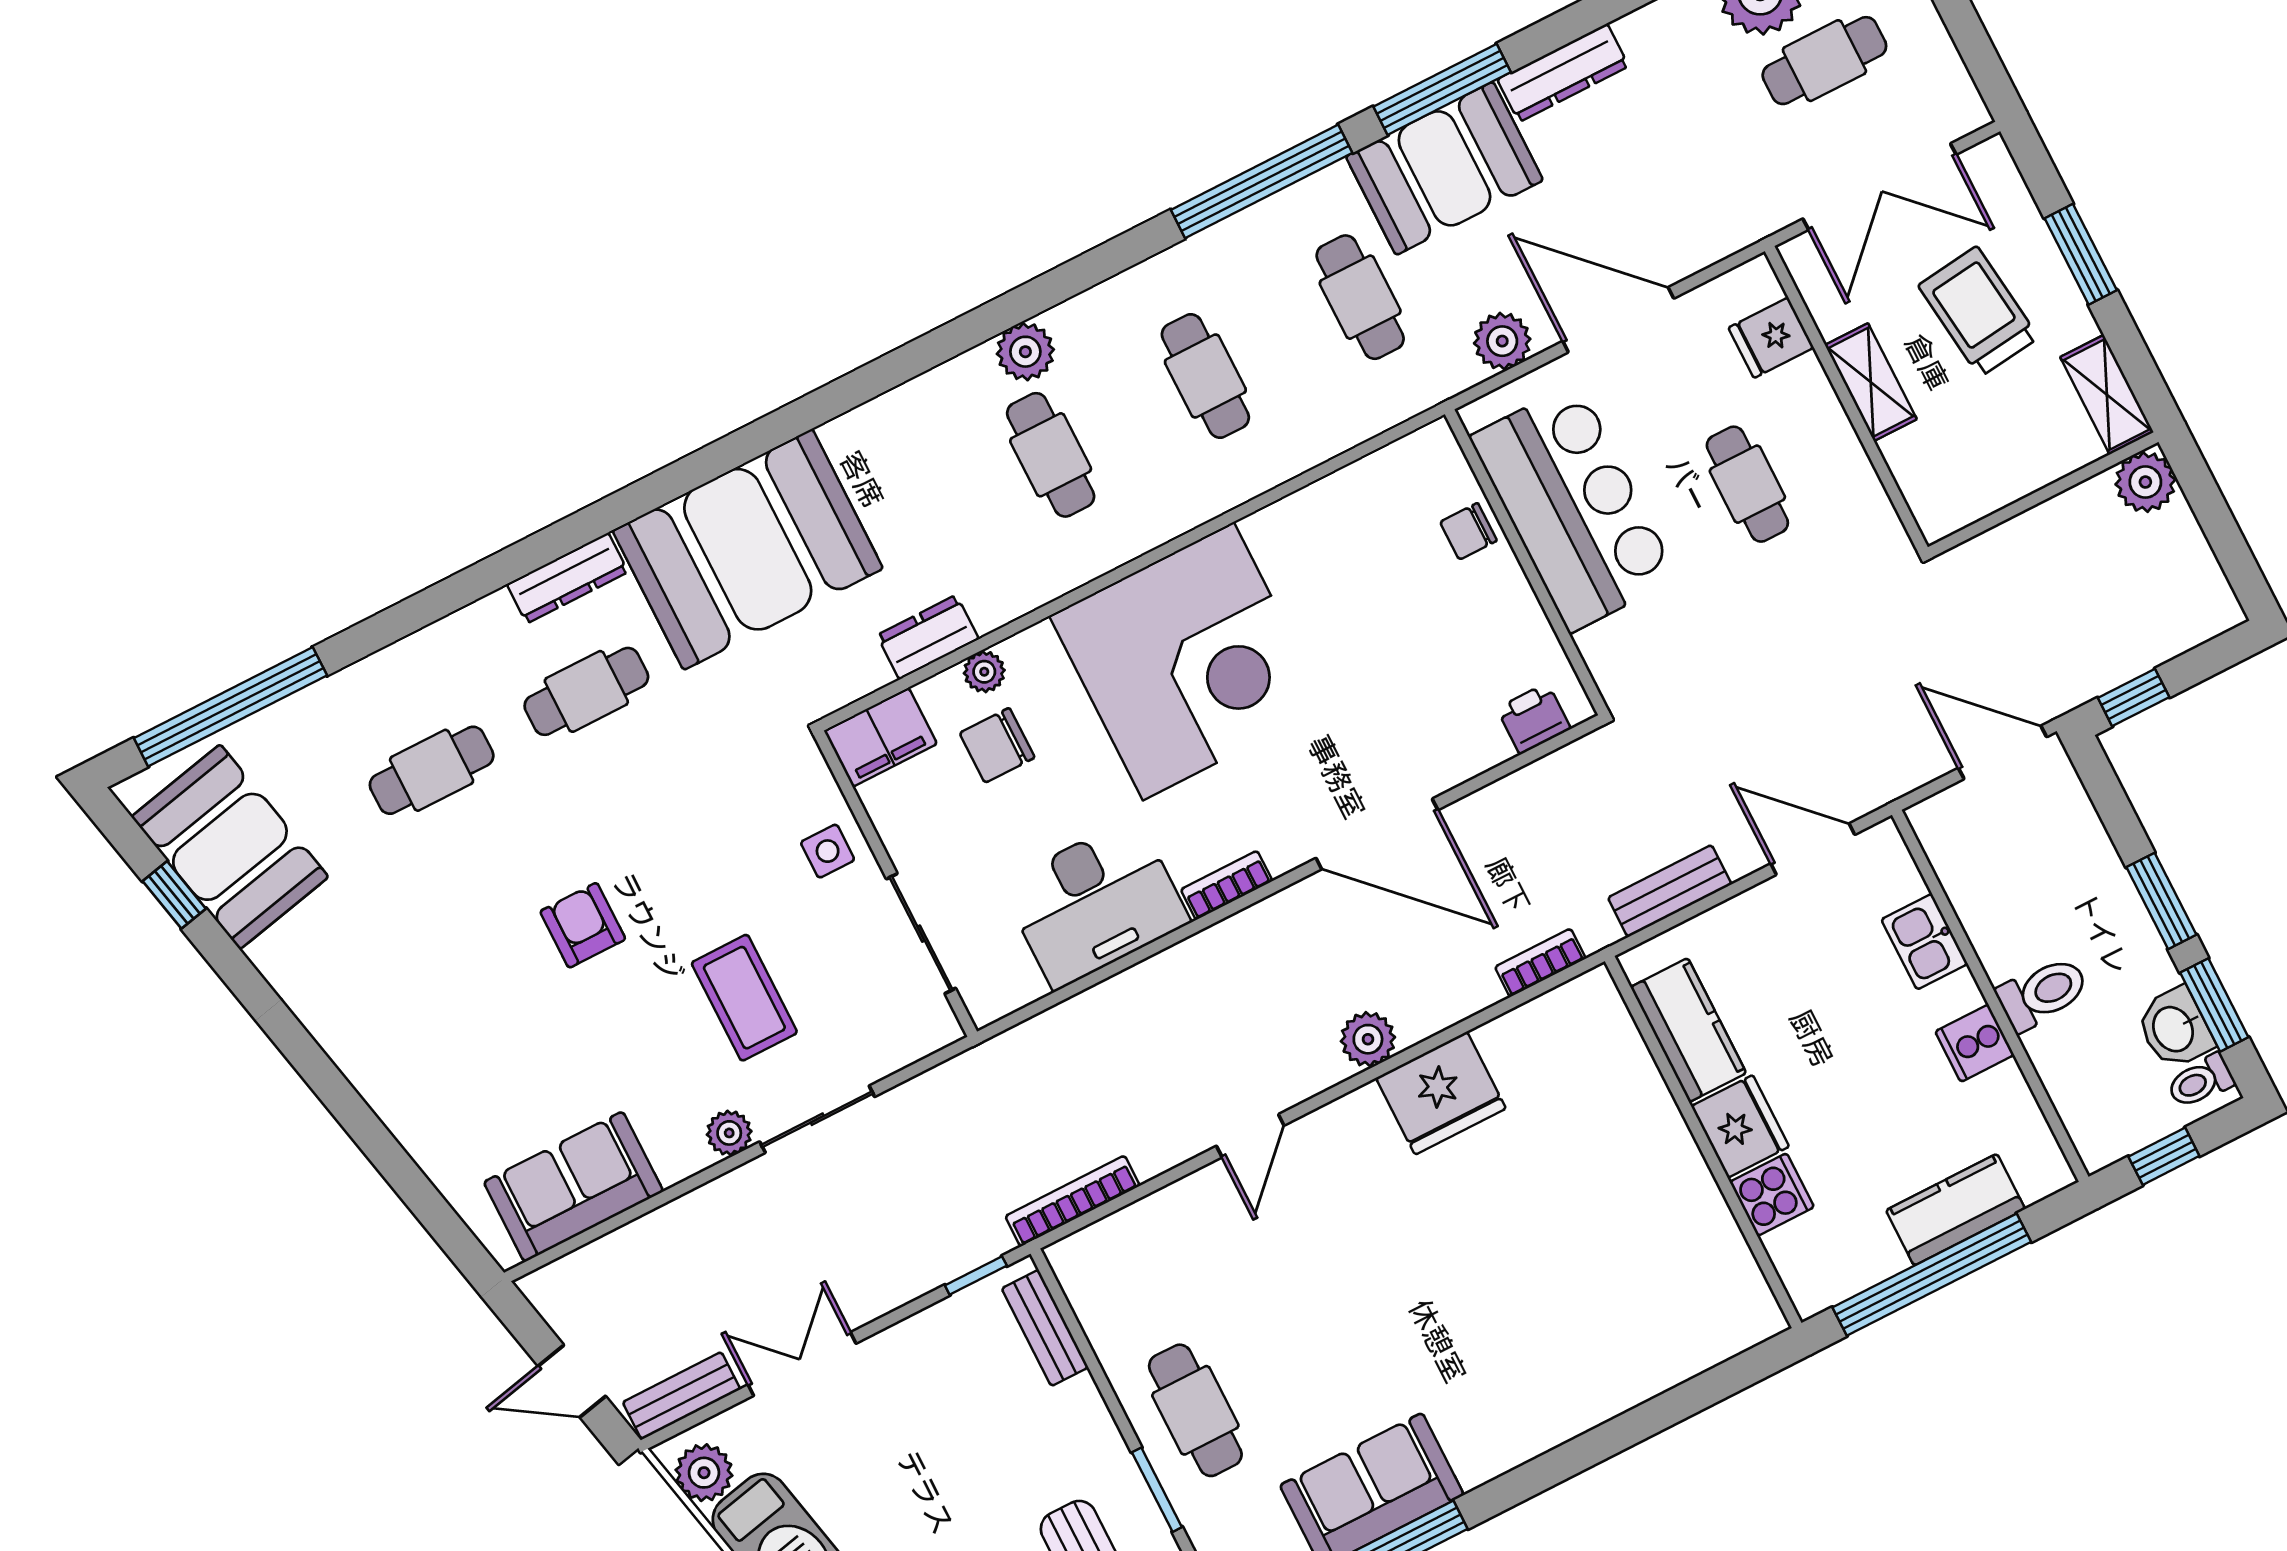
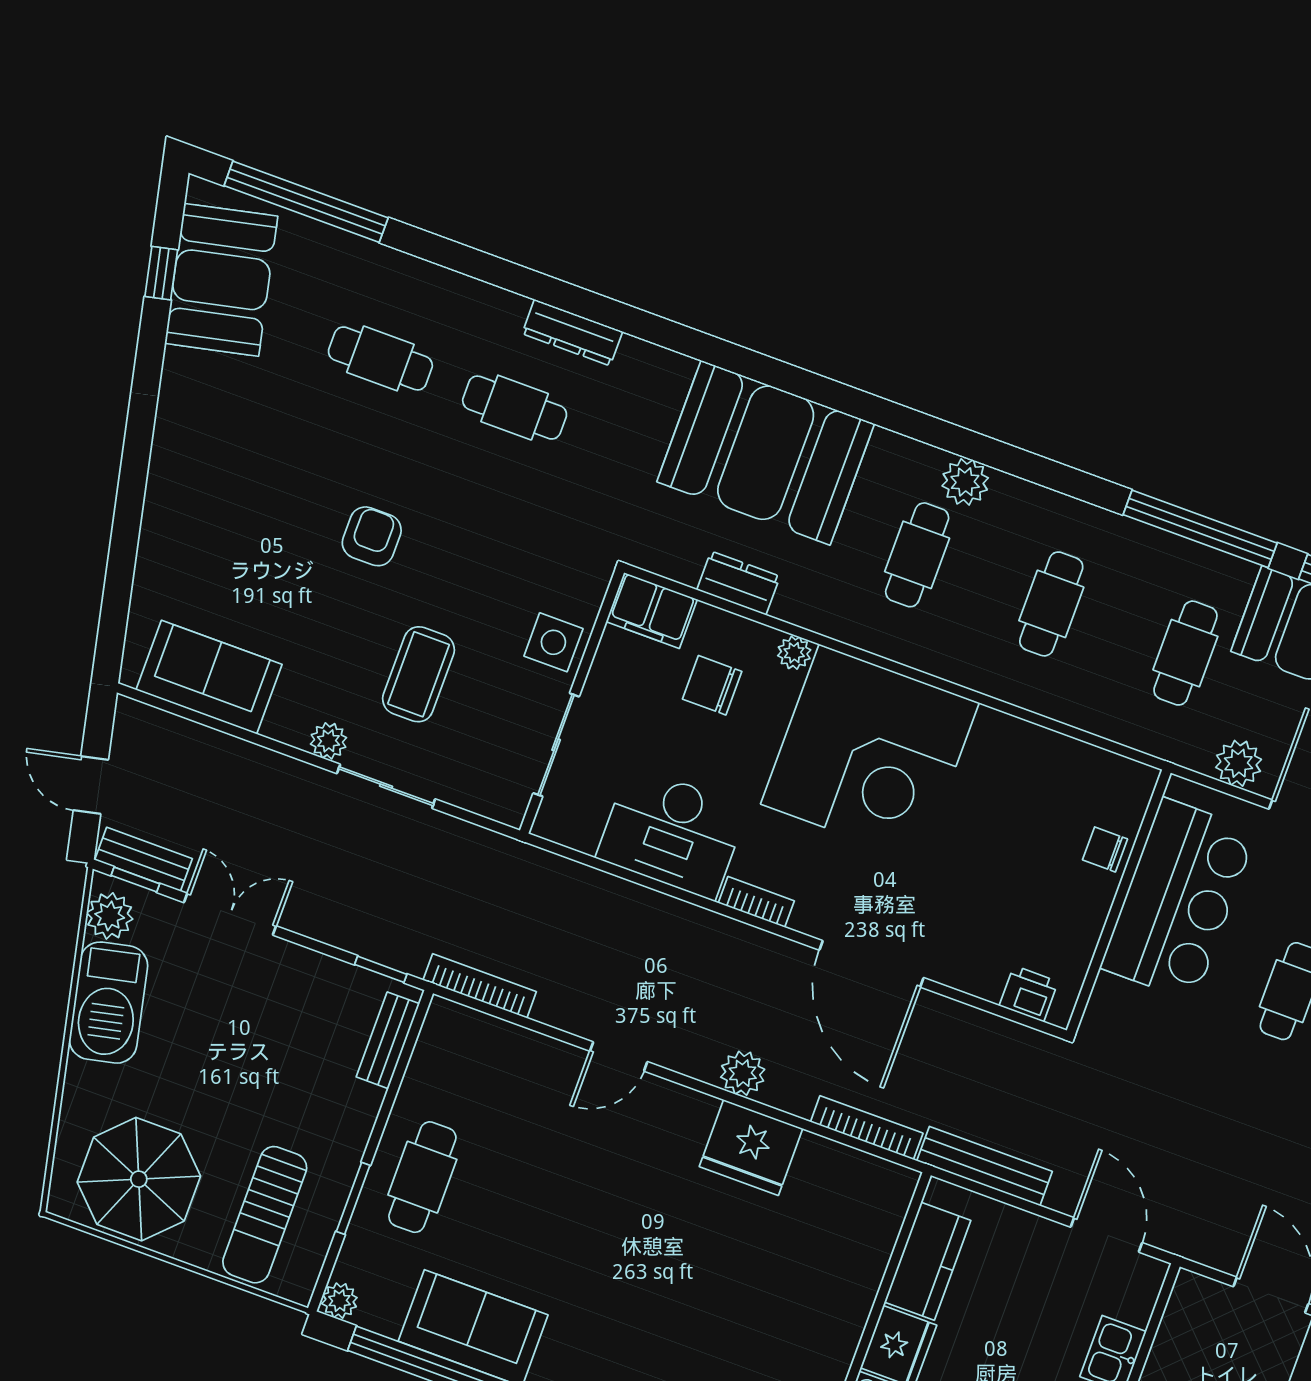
booth: (748, 549) -> (766, 453), moved
plant: (984, 672) -> (794, 653), moved
side table: (828, 851) -> (553, 642), width x1.37, depth x1.37
bench: (1670, 891) -> (985, 1166), width x1.36
bookcase: (1540, 963) -> (867, 1128), width x1.56
window: (693, 1420) -> (135, 880), added

